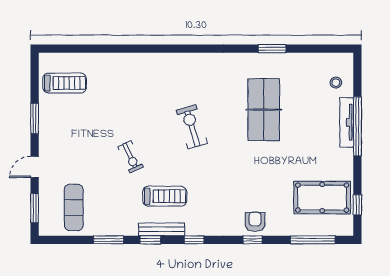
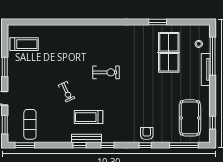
table tennis table: (264, 110) -> (169, 52), moved
window: (357, 126) -> (213, 56), moved
exercise bike: (192, 127) -> (106, 72), turned 107
treadmill: (165, 196) -> (89, 117), turned 180
pool table: (322, 198) -> (190, 118), turned 90
window: (108, 240) -> (25, 145), moved

